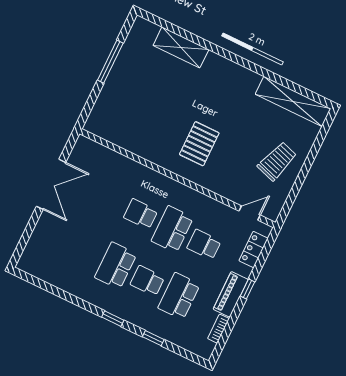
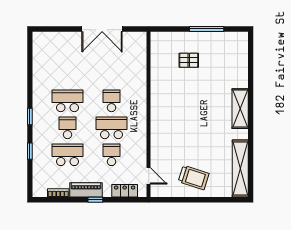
shelving: (181, 47) -> (240, 109), moved
pallet: (199, 144) -> (189, 60), moved, width x0.67, depth x0.71

